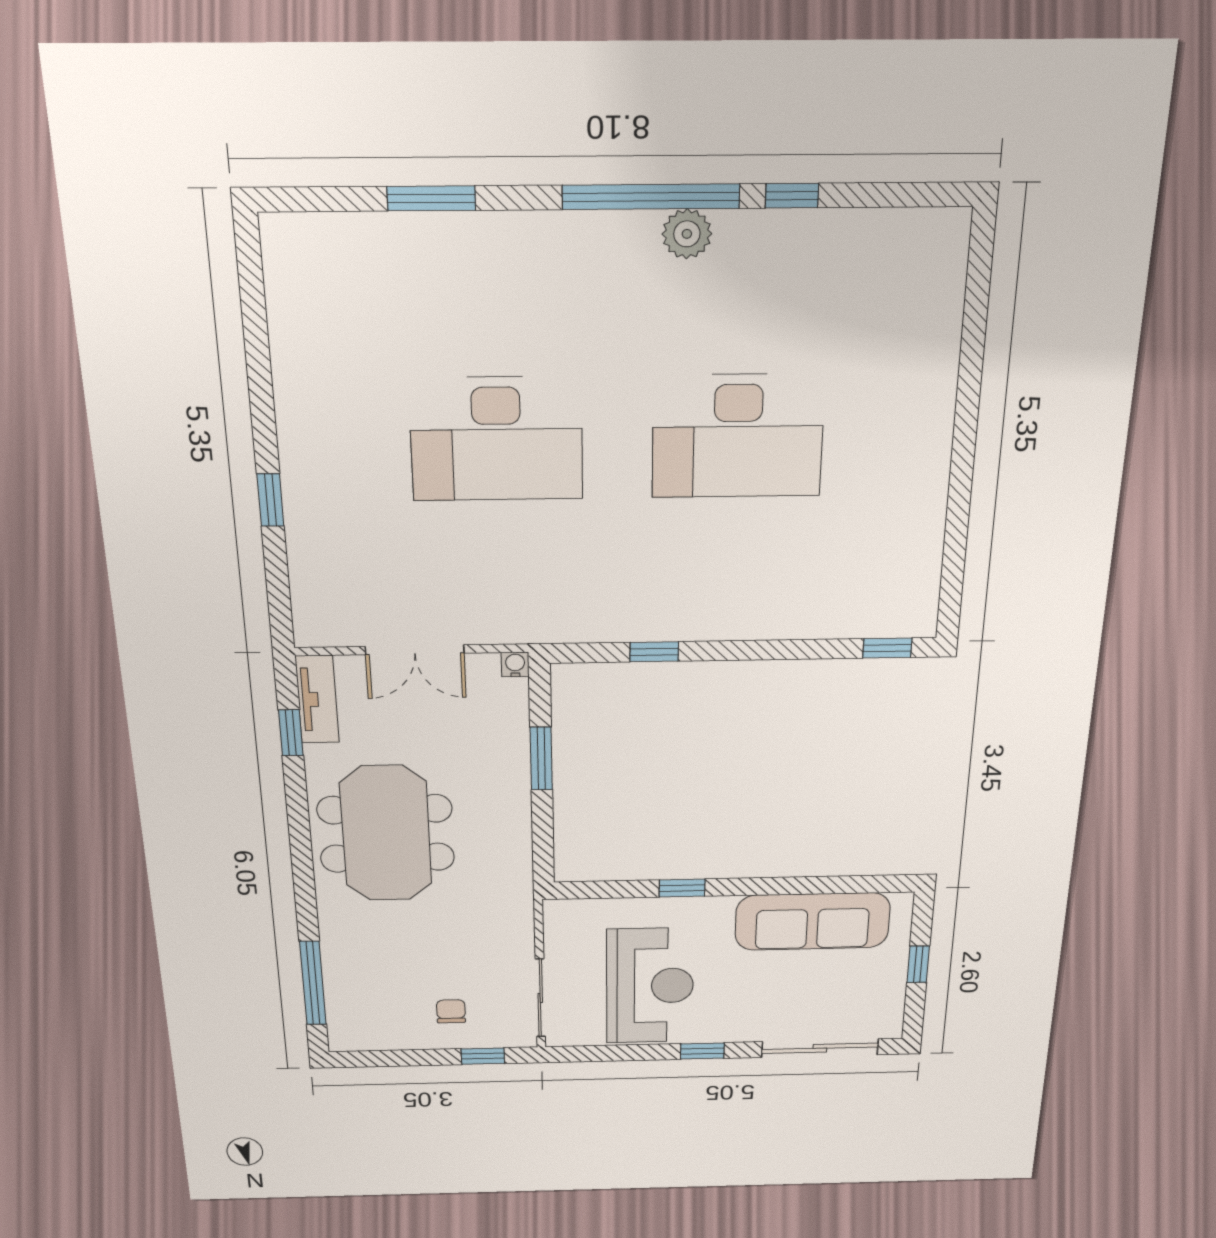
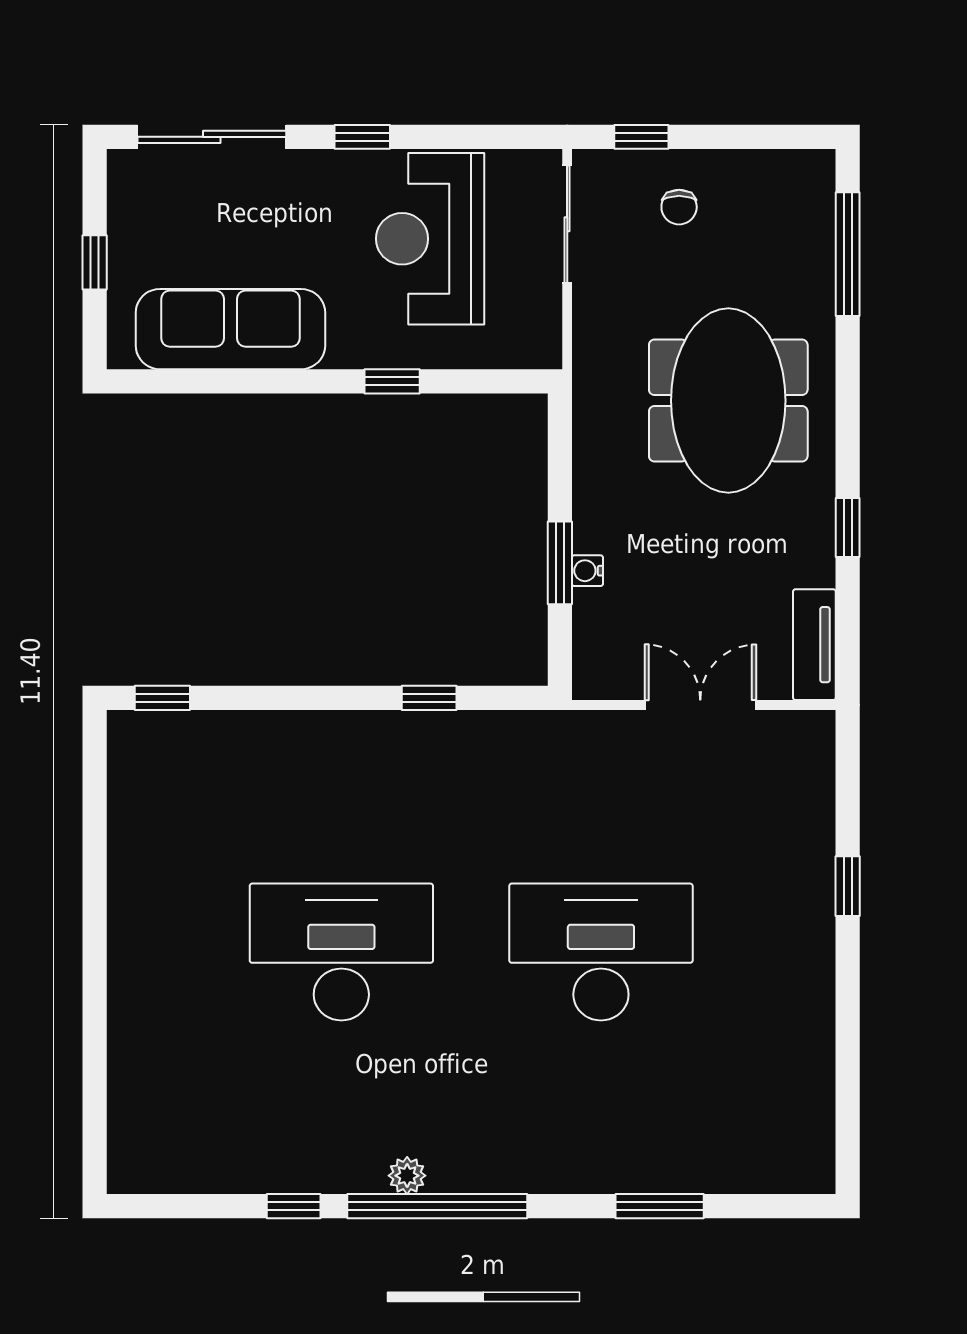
plant: (687, 234) -> (407, 1176), width x0.73, depth x0.73
water cooler: (515, 664) -> (587, 571), moved, turned 90
window: (291, 733) -> (848, 528), moved
meeting table: (386, 834) -> (728, 401), moved

